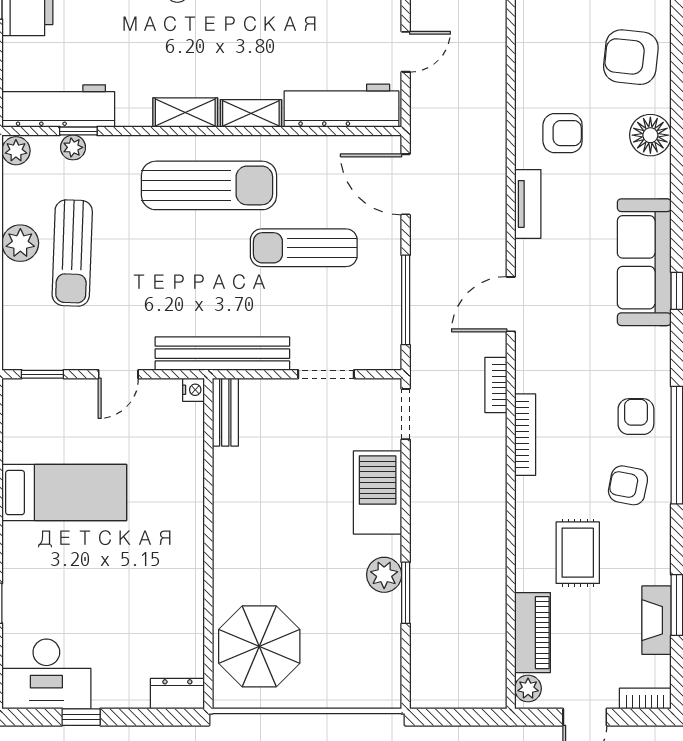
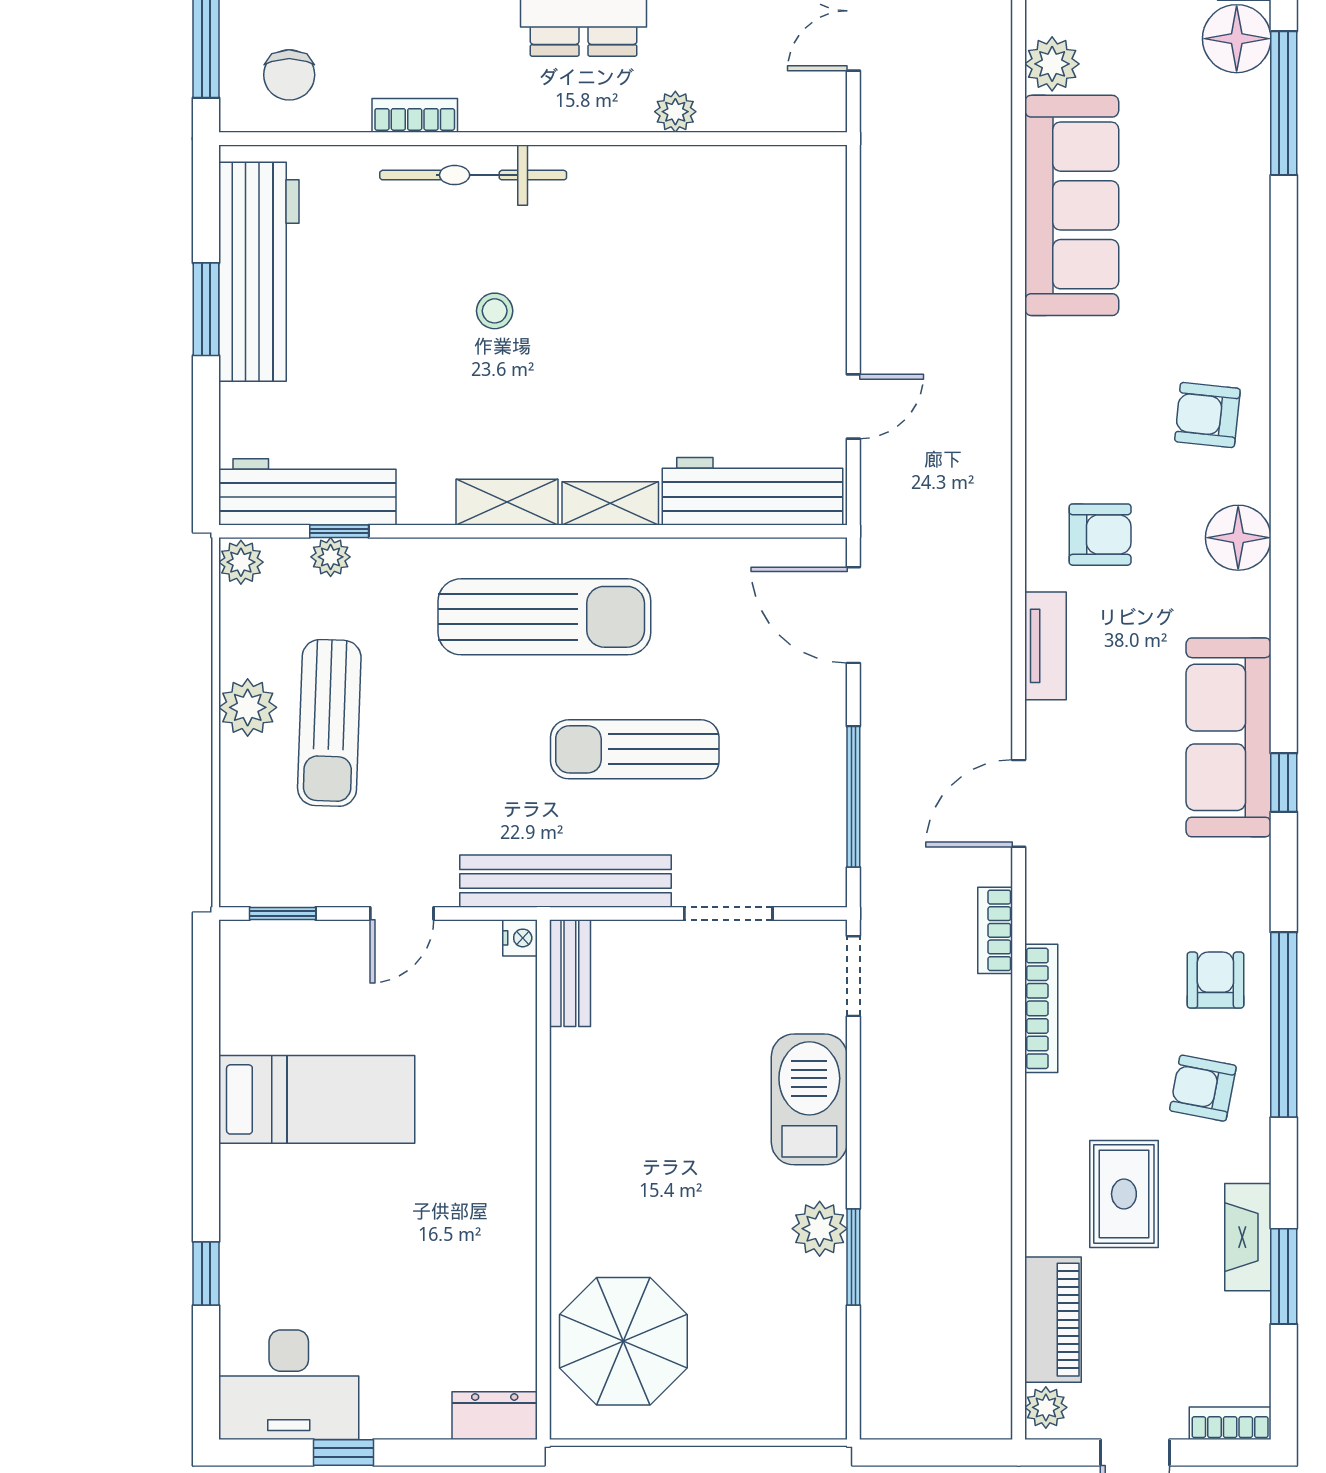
armchair: (631, 57) -> (1207, 415), width x0.72, depth x0.72
sun lounger: (304, 248) -> (635, 749), moved
fireplace: (657, 620) -> (1248, 1237), moved

